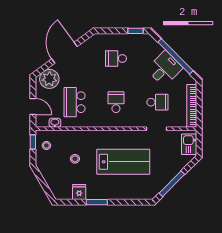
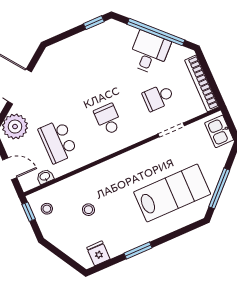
school desk: (116, 58) -> (85, 66), removed
school desk: (157, 102) -> (158, 97), turned 180
lab bench: (123, 162) -> (172, 193), moved
fridge: (79, 192) -> (98, 253), moved

